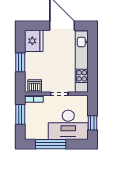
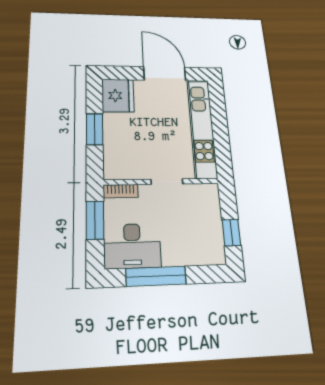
dishwasher: (35, 86) -> (121, 169), removed
desk: (68, 125) -> (132, 246), moved, width x0.73, depth x0.77

